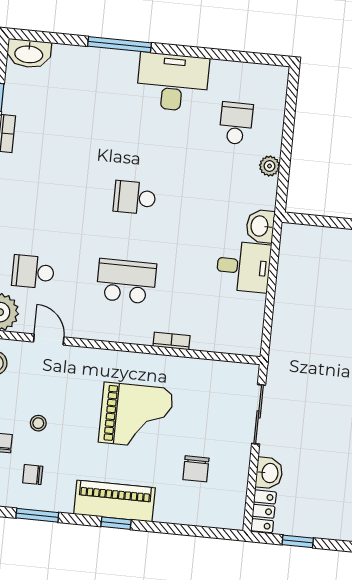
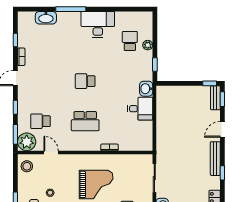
washbasin: (29, 54) -> (46, 18), moved
plant: (270, 166) -> (148, 45), moved
window: (283, 177) -> (155, 64), added
school desk: (126, 281) -> (85, 121), turned 180

